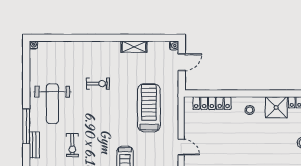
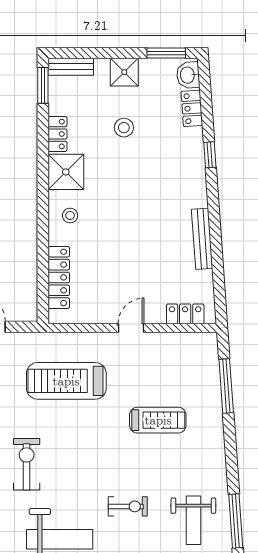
exercise bike: (98, 84) -> (27, 464), width x1.38, depth x1.39

